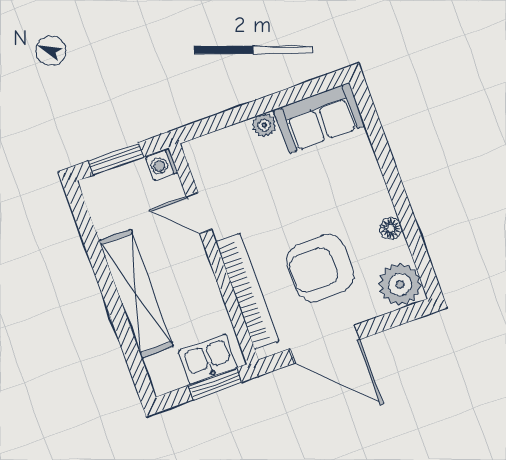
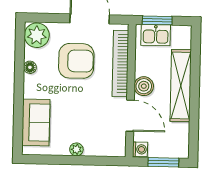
sofa: (319, 118) -> (36, 122), moved, turned 90
door: (199, 213) -> (130, 116), width x1.38
boiler: (195, 269) -> (144, 86), added

